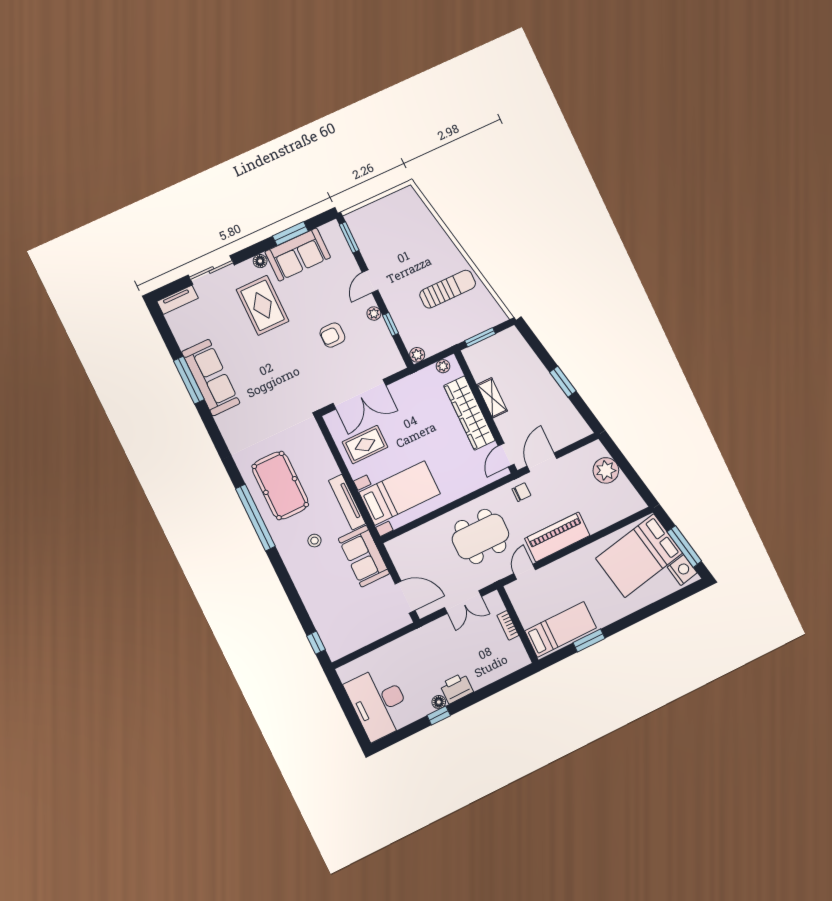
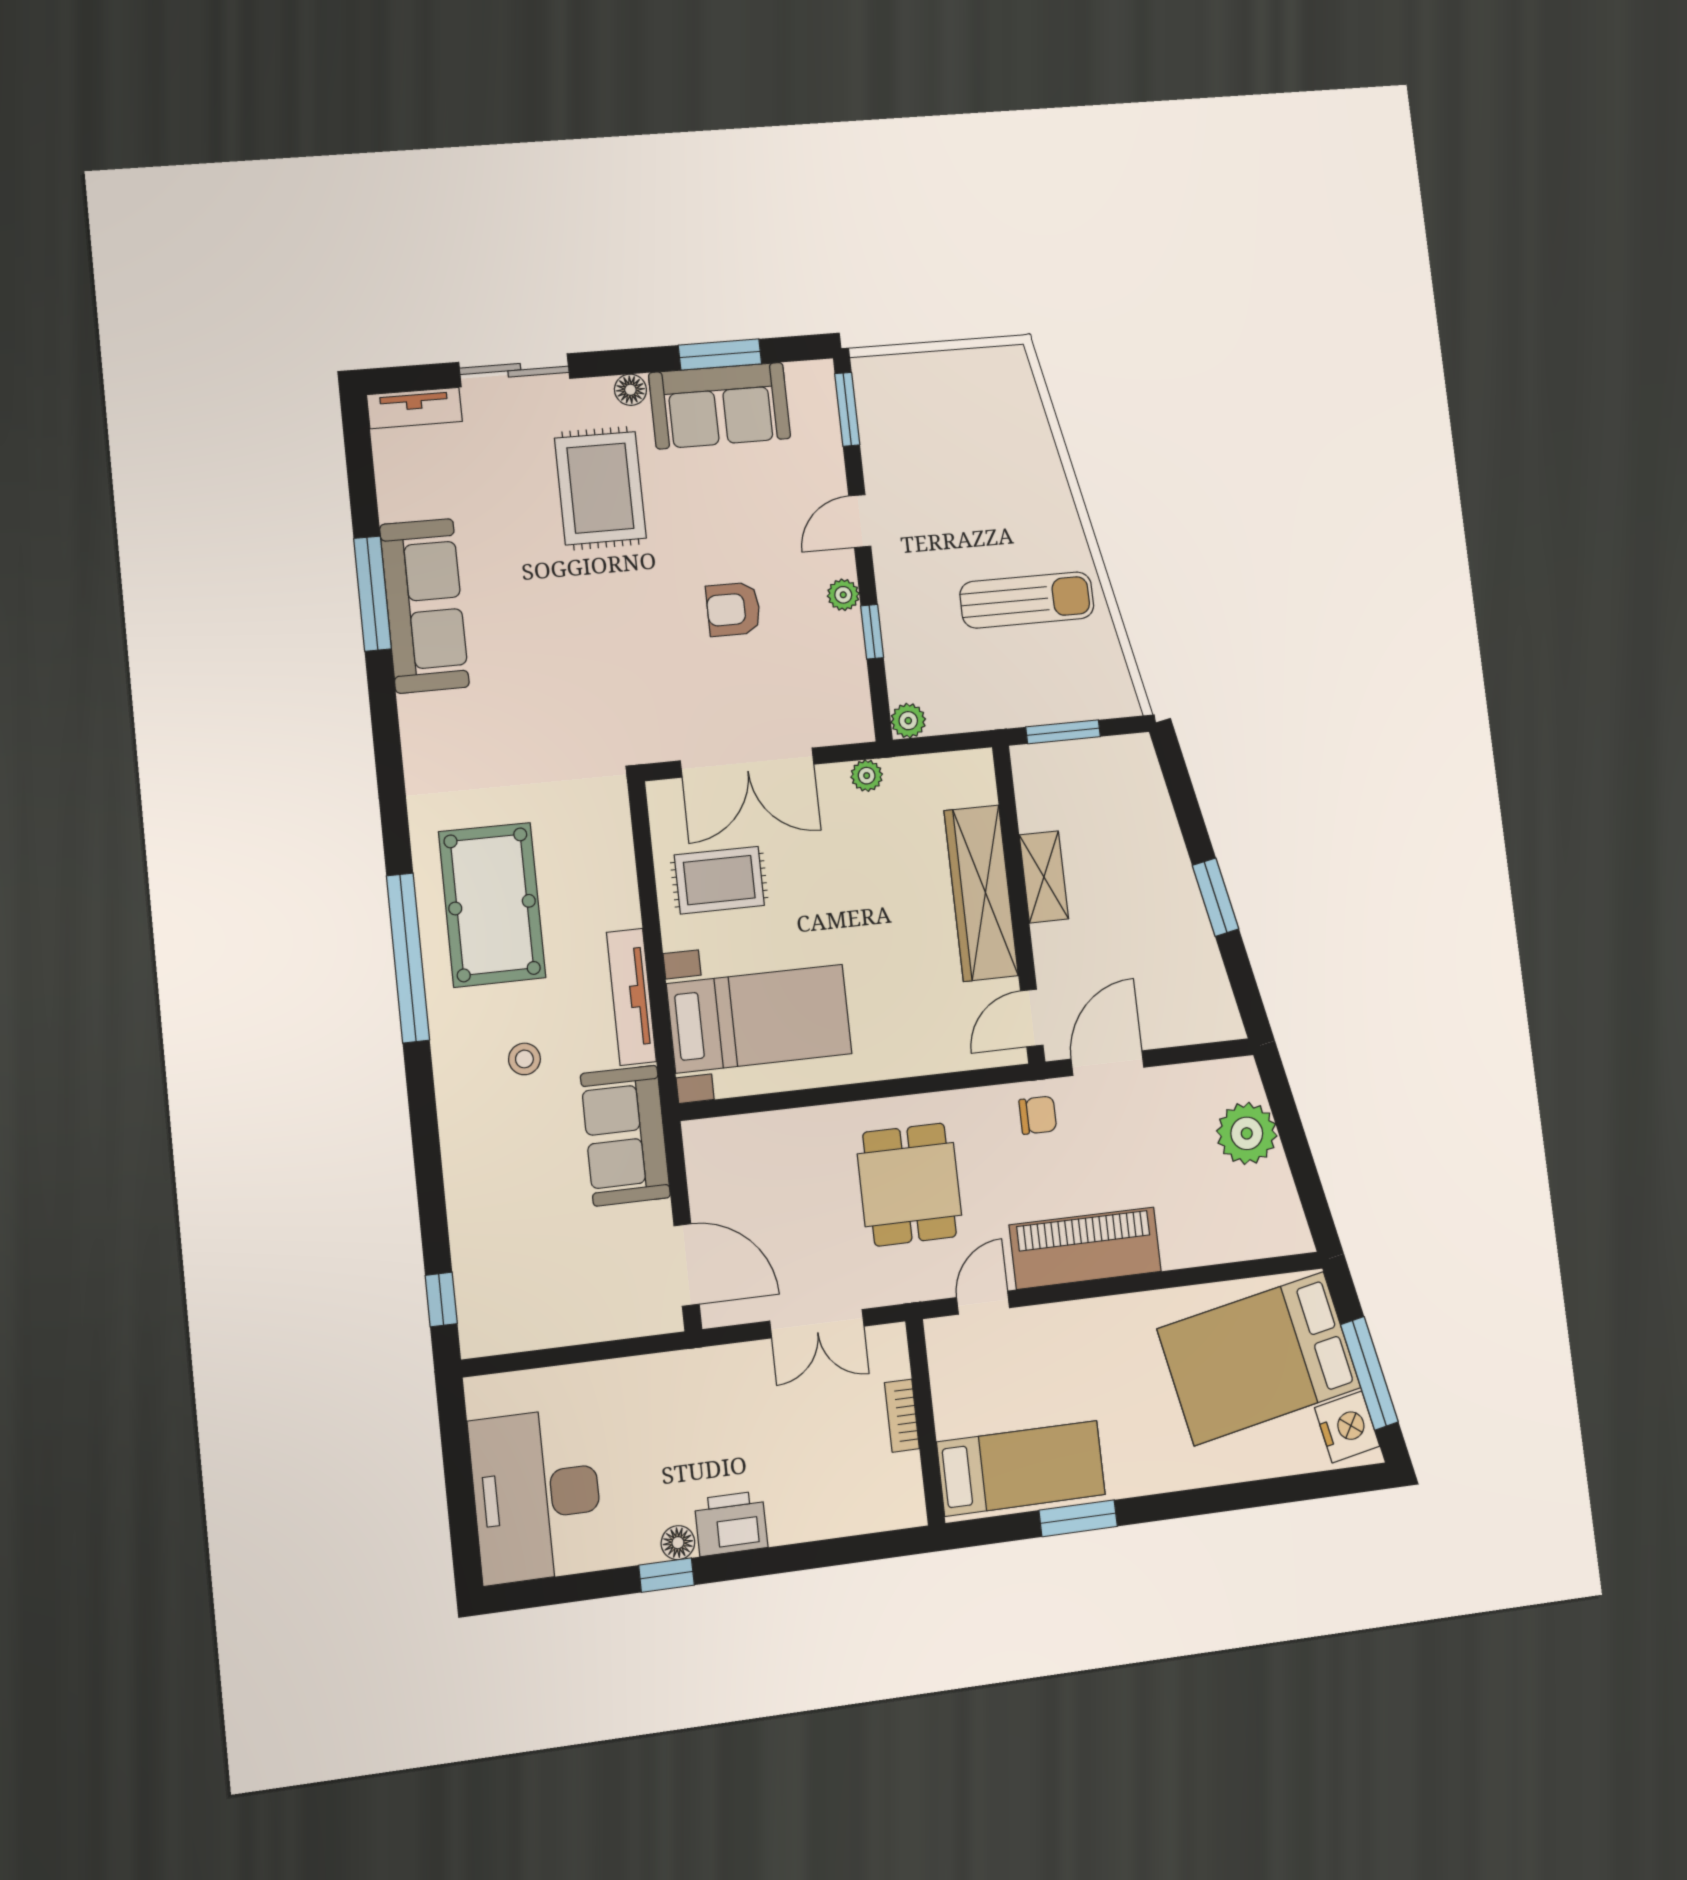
plant: (443, 366) -> (867, 776), moved
dining table: (480, 536) -> (909, 1185), width x0.73

